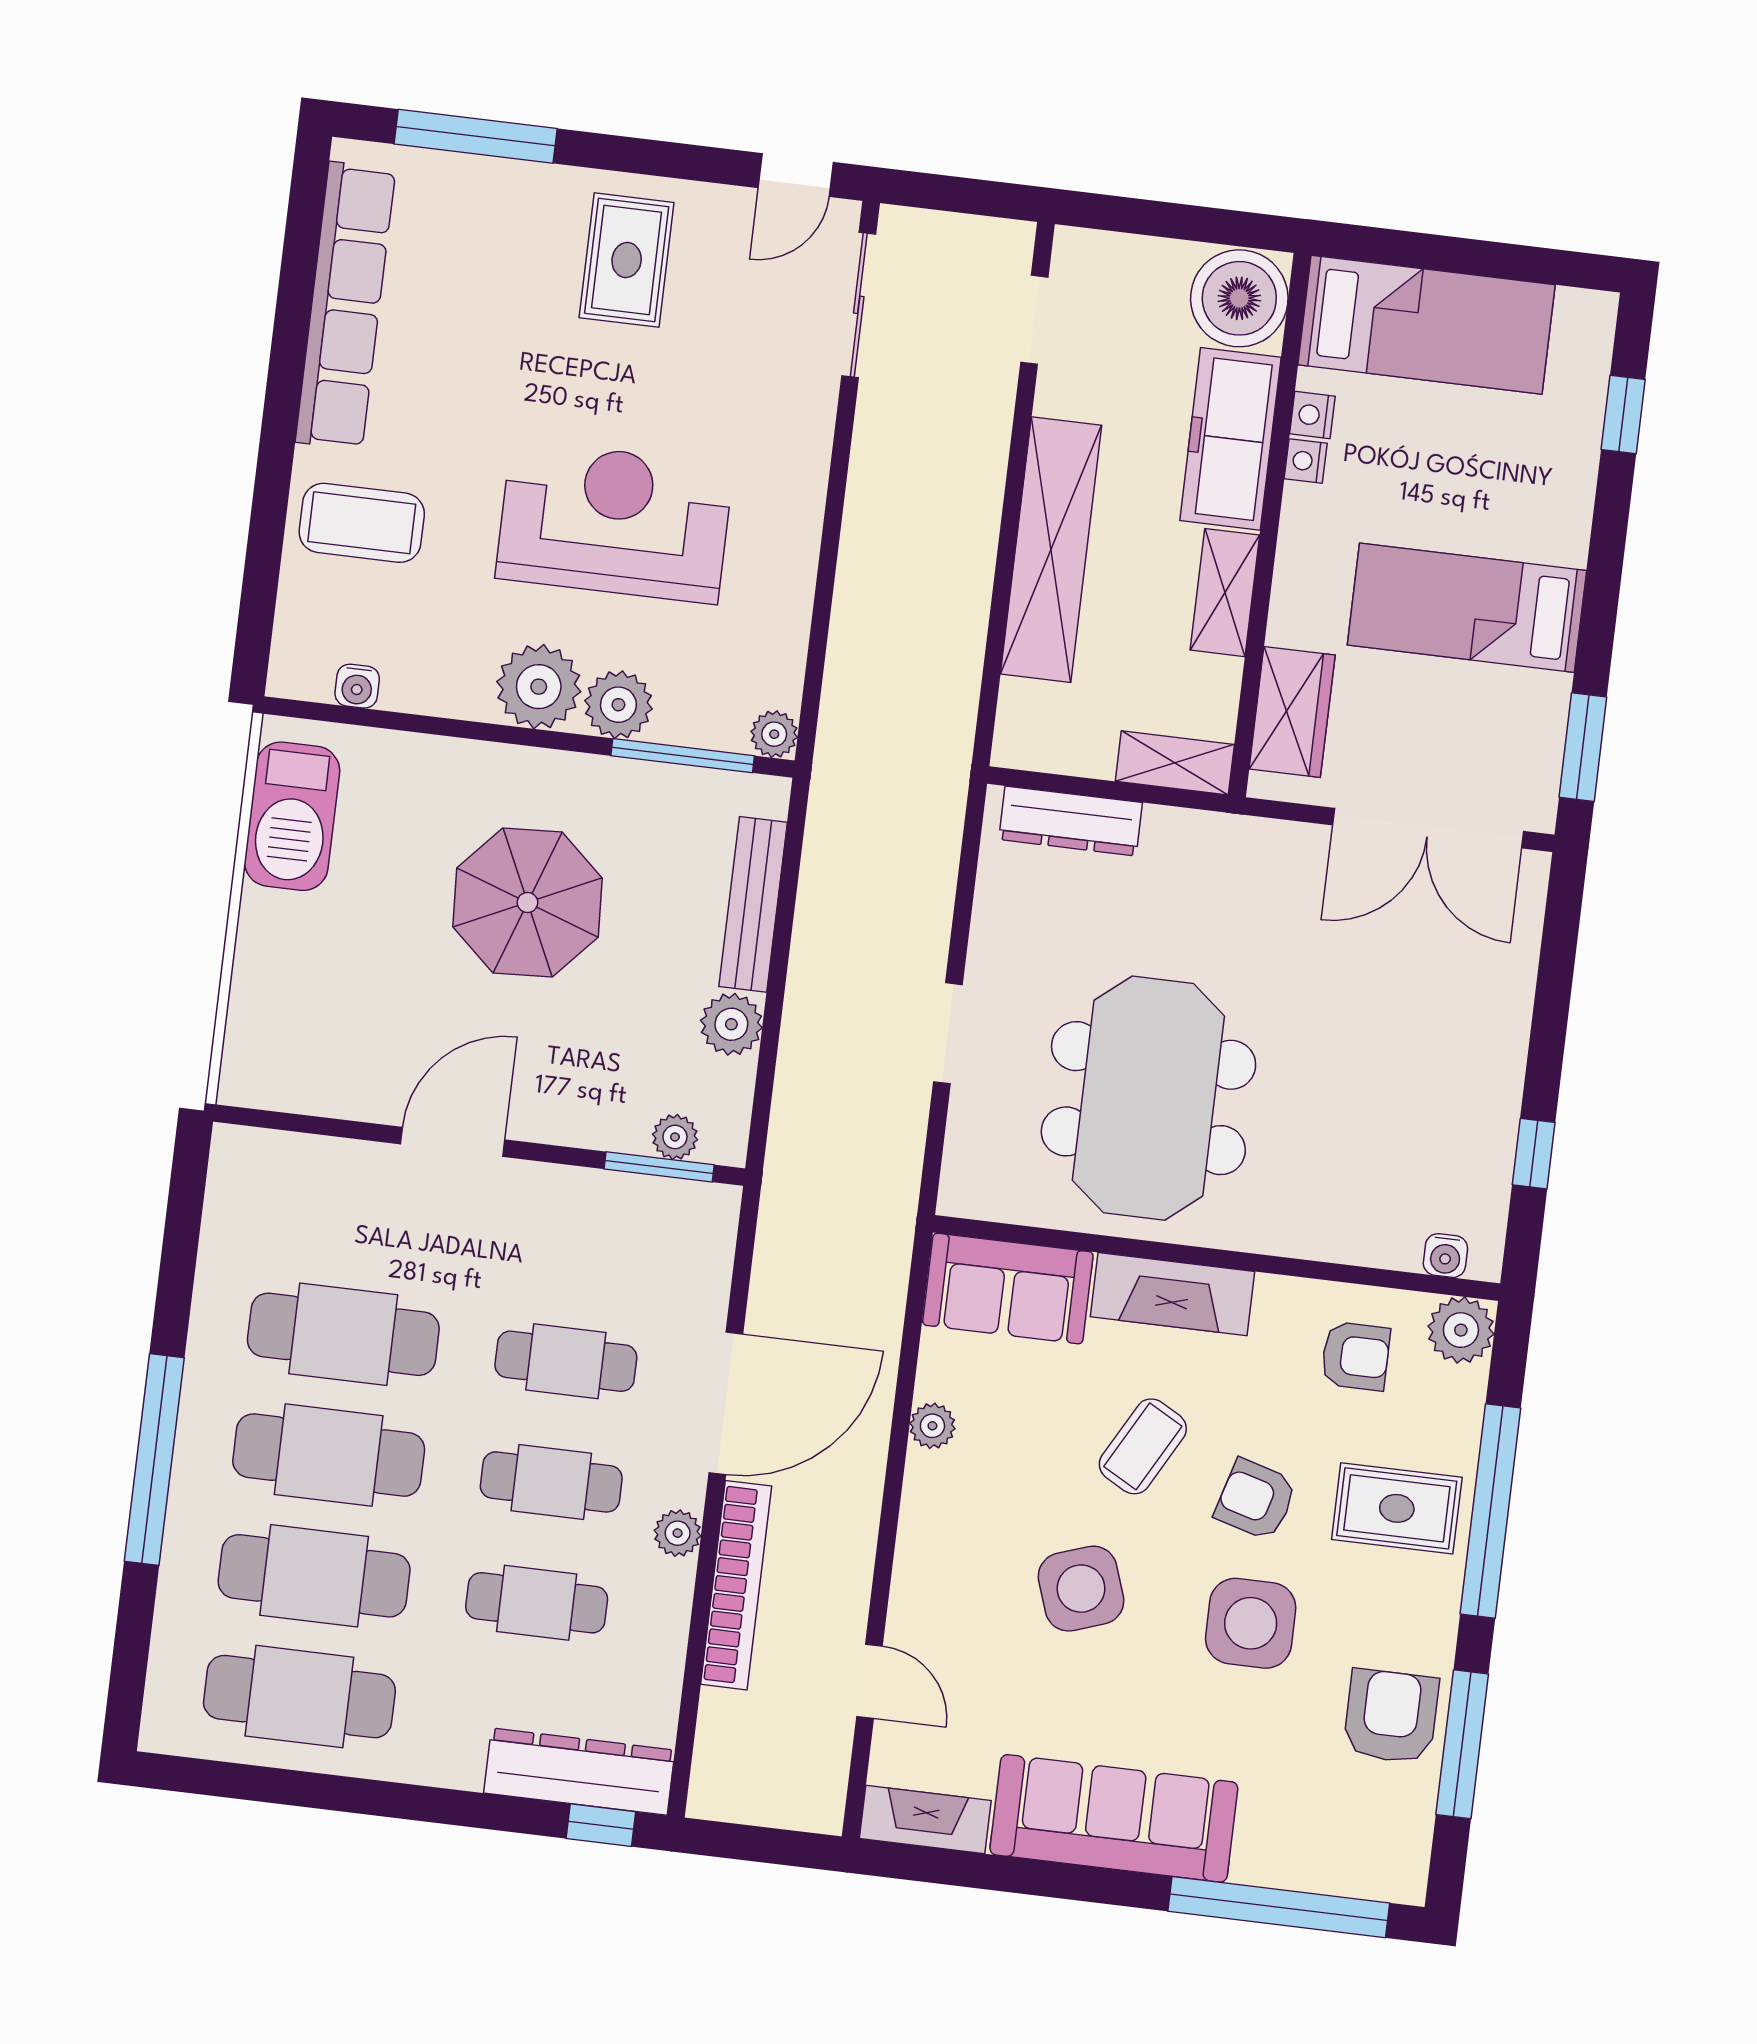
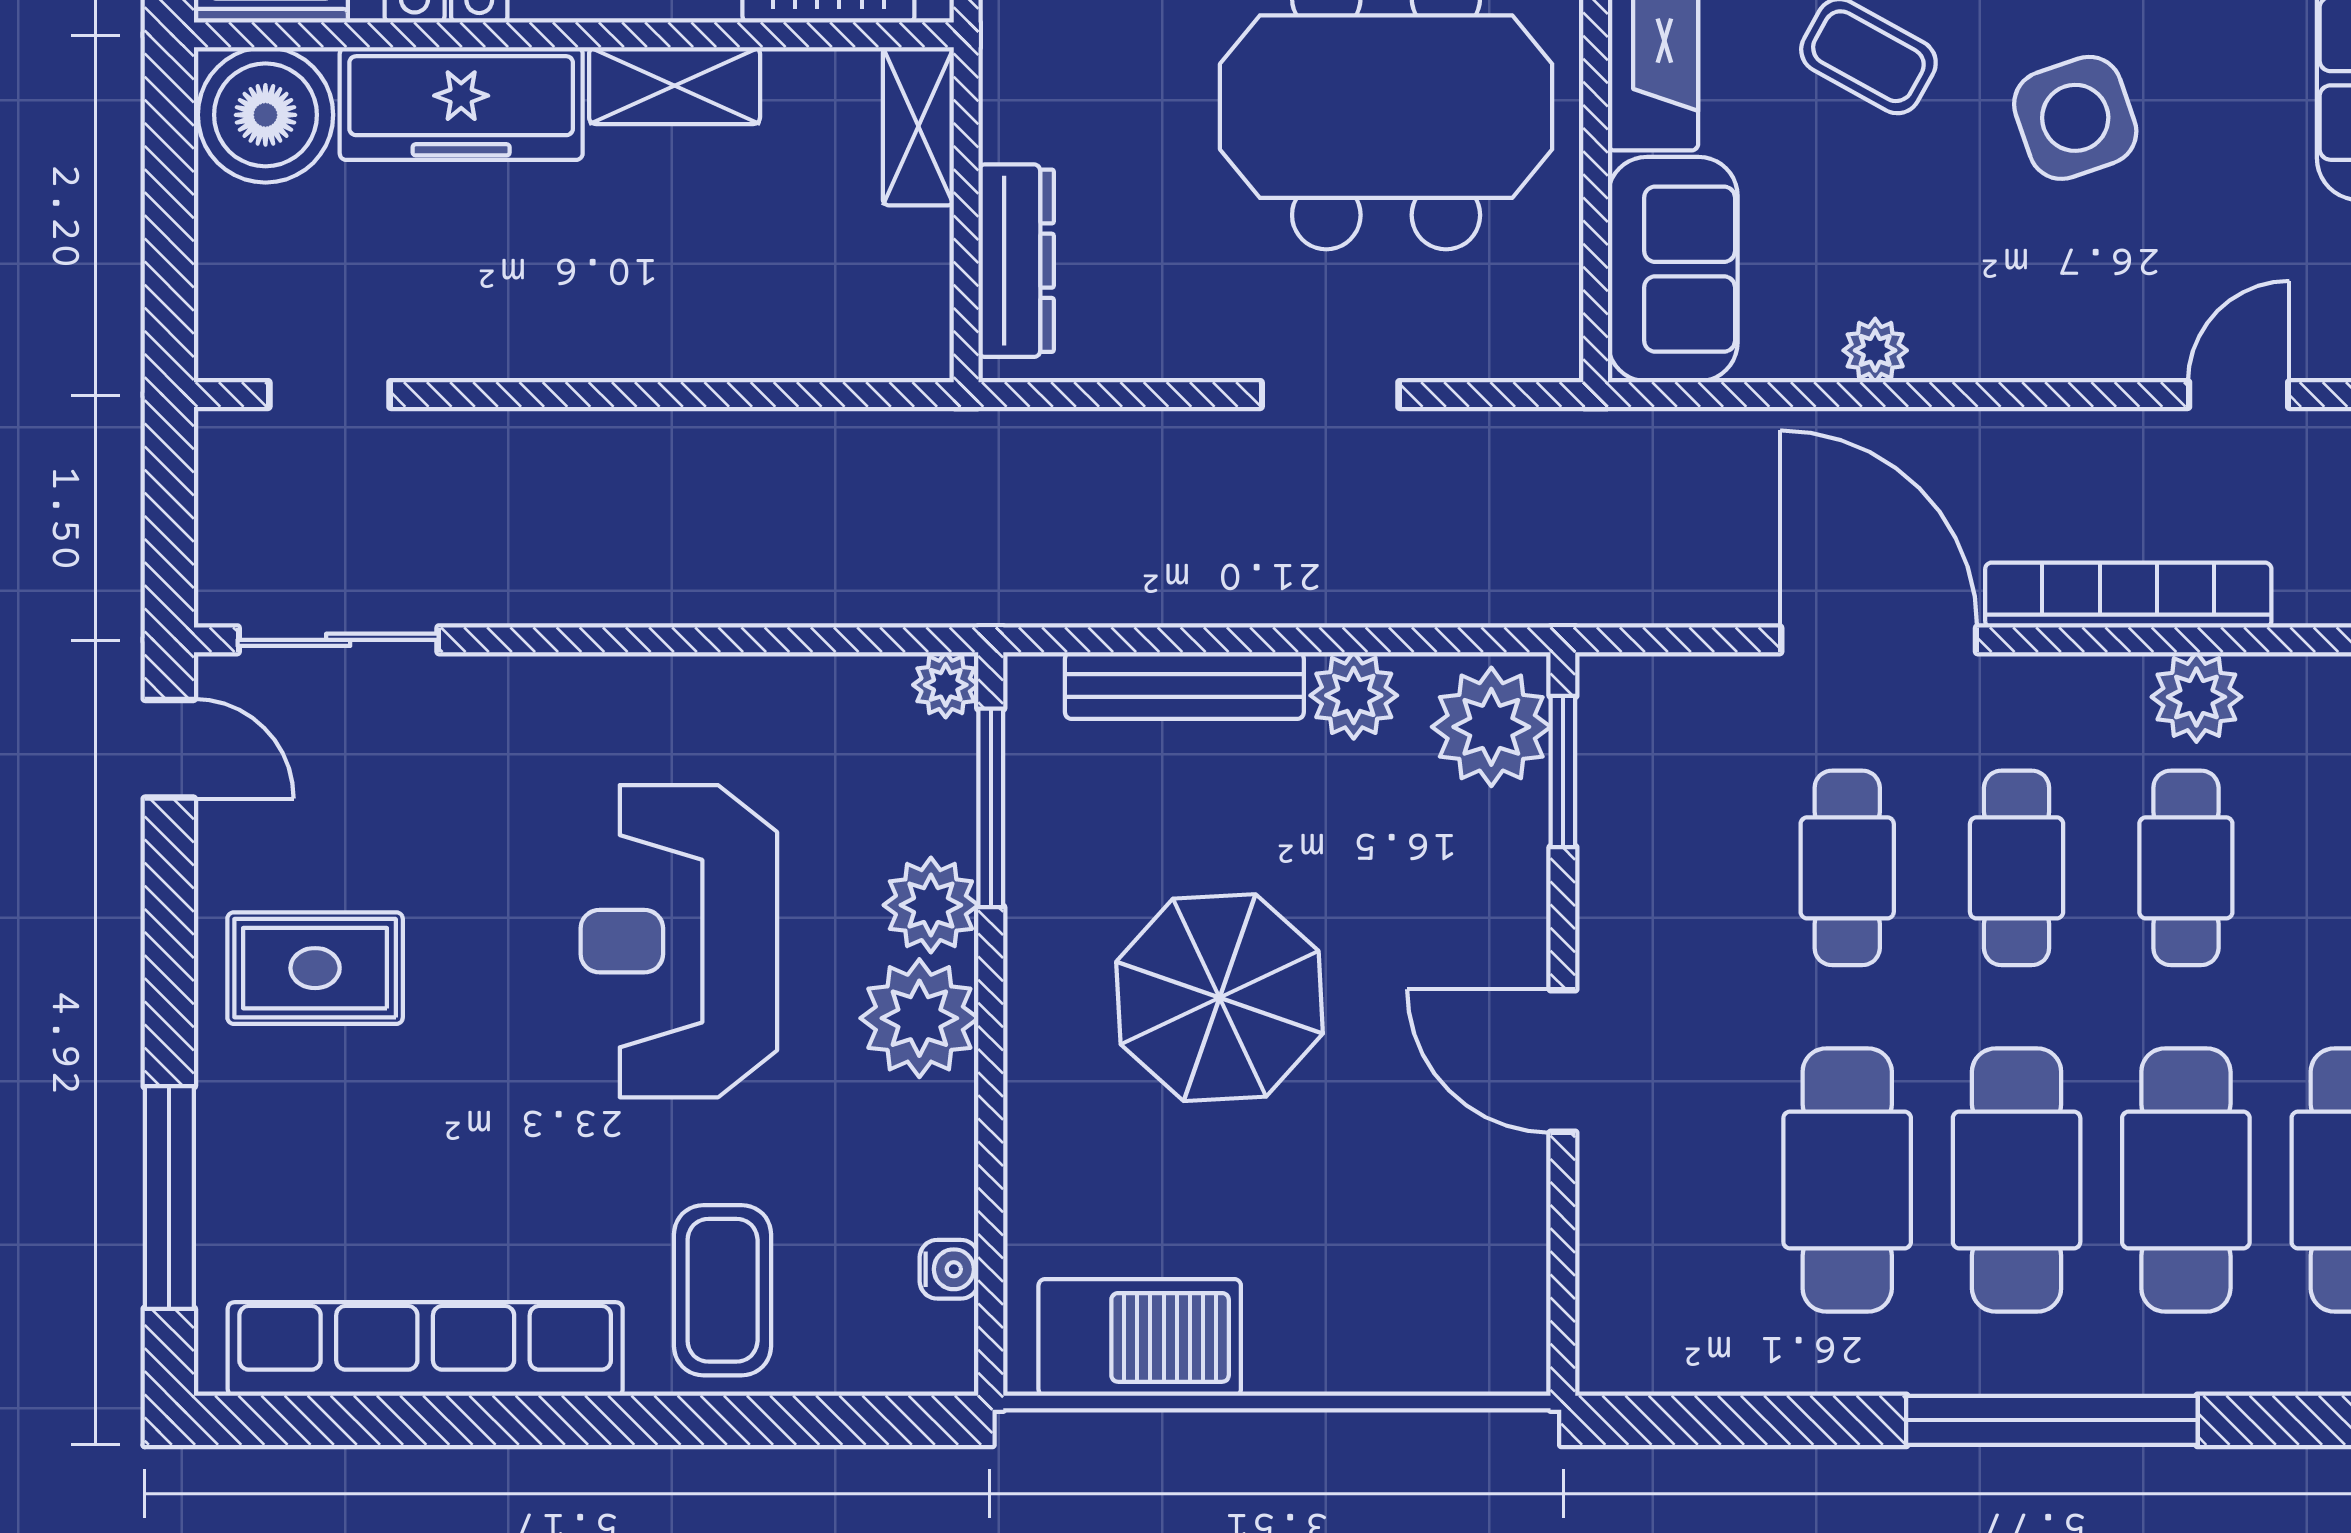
shelving: (1051, 550) -> (644, 333), removed
plant: (675, 1137) -> (1491, 727), width x1.88, depth x1.88
plant: (678, 1533) -> (2196, 697), moved, width x1.38, depth x1.38

